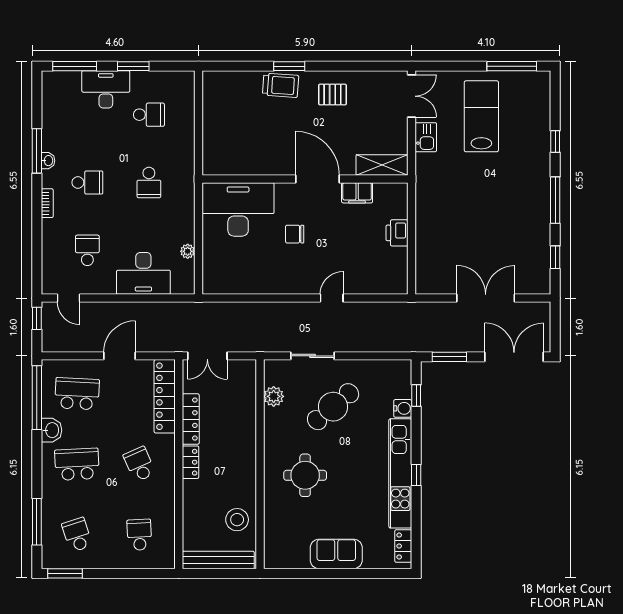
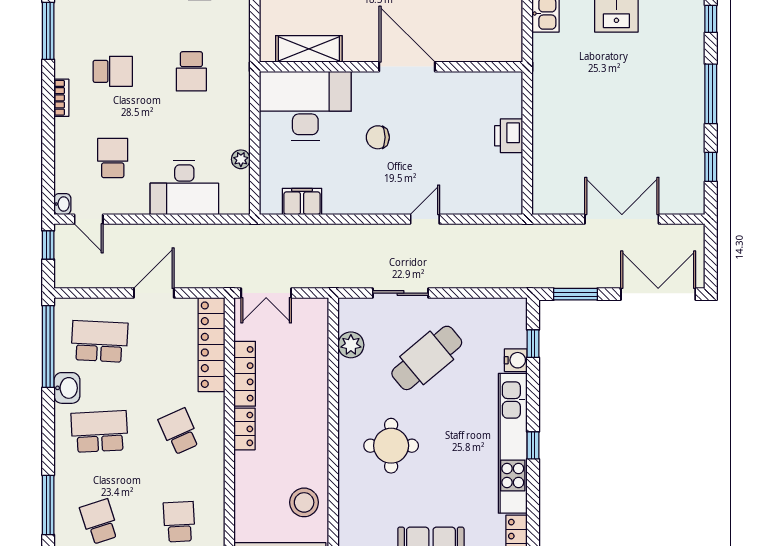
washbasin: (48, 161) -> (62, 204), moved
shelving: (382, 165) -> (309, 49), moved
filing cabinet: (357, 193) -> (302, 201), moved, turned 180

